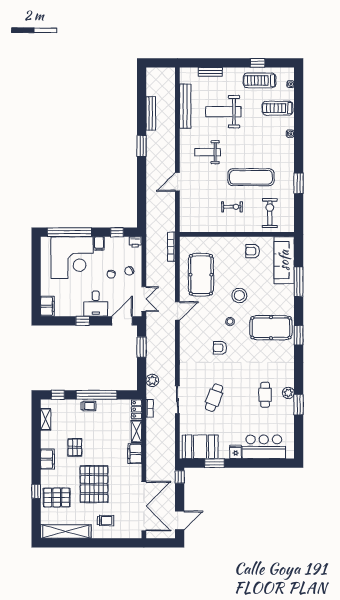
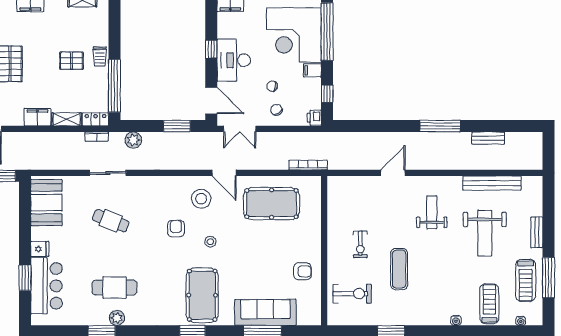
window: (258, 63) -> (549, 278), width x2.17
bench: (210, 72) -> (537, 232), moved
treadmill: (260, 80) -> (526, 280), turned 180
weight bench: (223, 112) -> (485, 233), turned 180
bench: (151, 114) -> (488, 138), width x0.73
window: (142, 146) -> (440, 126), width x1.44
exercise mat: (251, 177) -> (399, 269), width x0.73, depth x0.69
door: (177, 182) -> (393, 173), hinge flipped
armchair: (253, 251) -> (302, 271), turned 90
sofa: (284, 260) -> (265, 312), moved
stool: (239, 295) -> (201, 199), moved
desk: (96, 304) -> (234, 60), width x1.37
window: (58, 395) -> (114, 16), removed
window: (97, 395) -> (114, 86), moved
cafe table: (265, 395) -> (115, 288), width x1.37, depth x1.35
pallet: (75, 447) -> (71, 61), moved
window: (214, 463) -> (25, 278), moved

